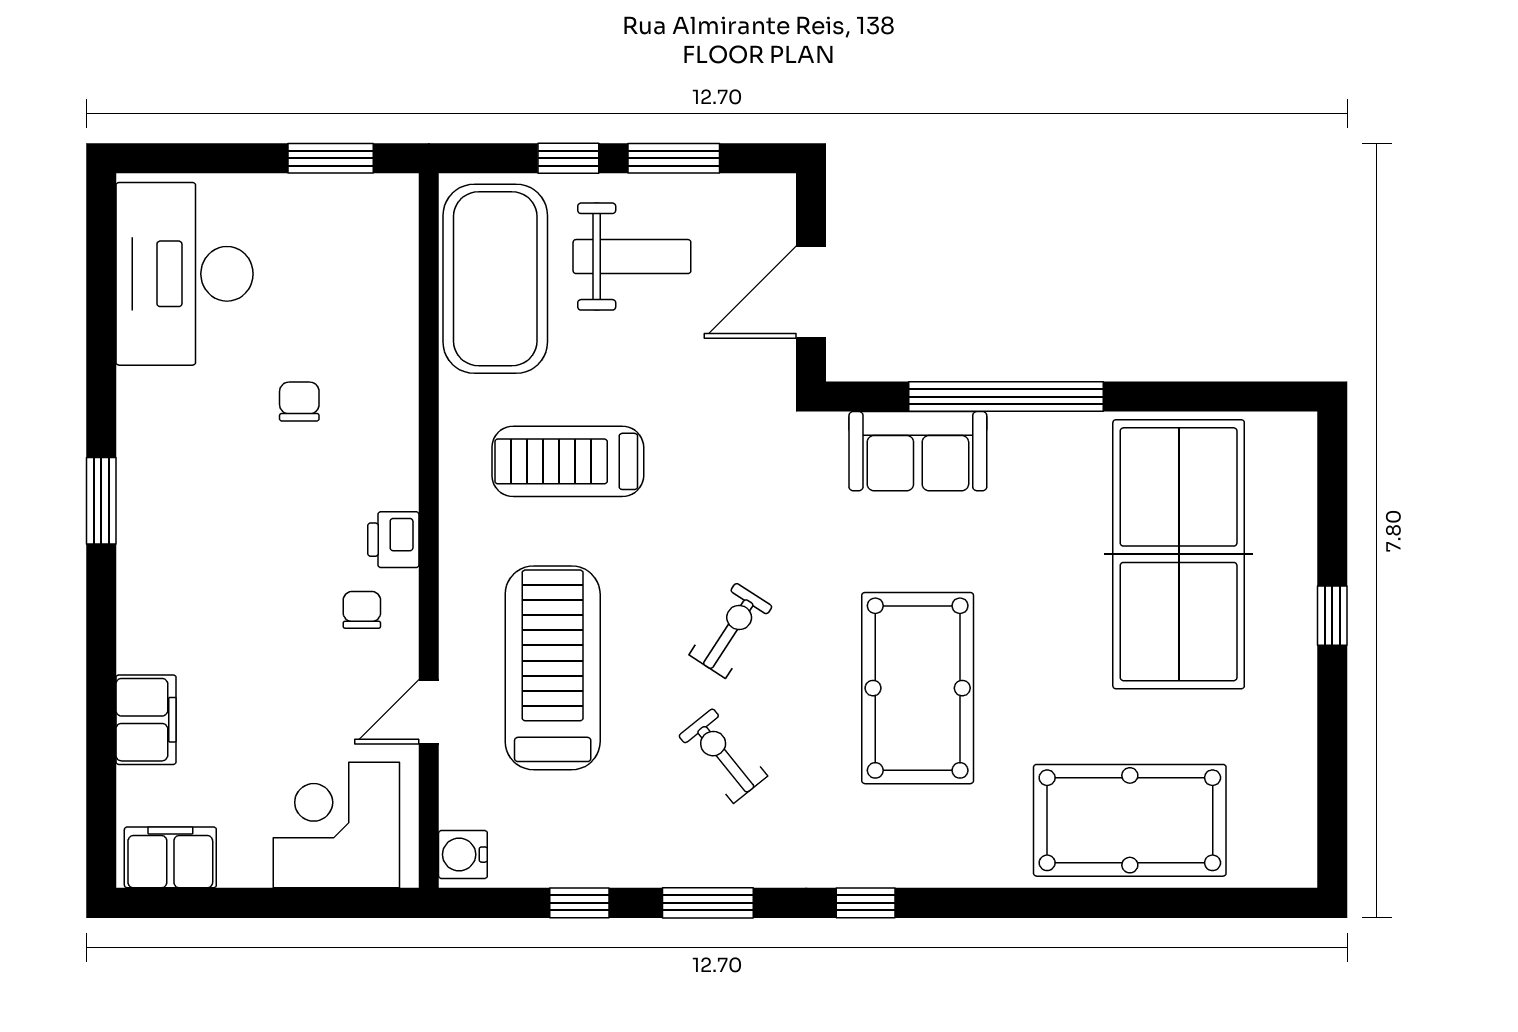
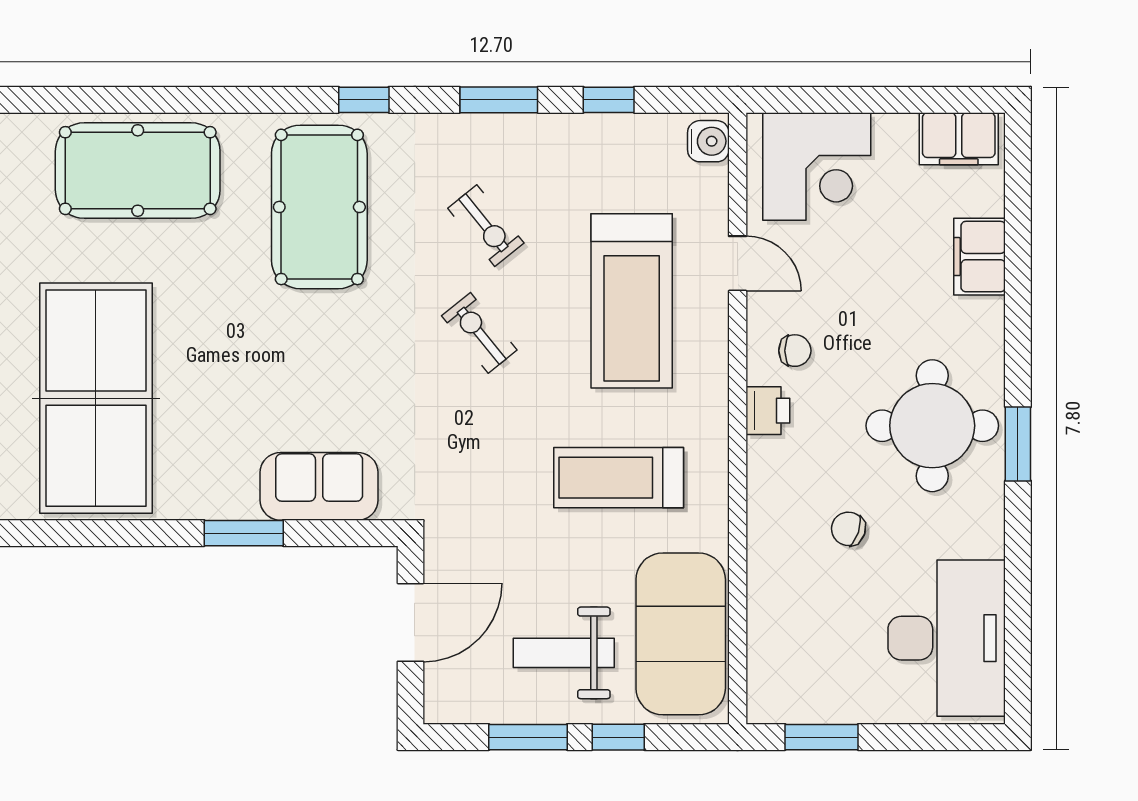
window: (1006, 397) -> (244, 533), width x0.47
chair: (299, 402) -> (848, 529), turned 109
treadmill: (568, 461) -> (619, 478), turned 180
round table: (201, 522) -> (932, 426), added
chair: (362, 610) -> (795, 351), turned -90
exercise bike: (731, 631) -> (479, 333), turned 108
pool table: (918, 688) -> (319, 207), moved
door: (429, 712) -> (738, 263), hinge flipped

